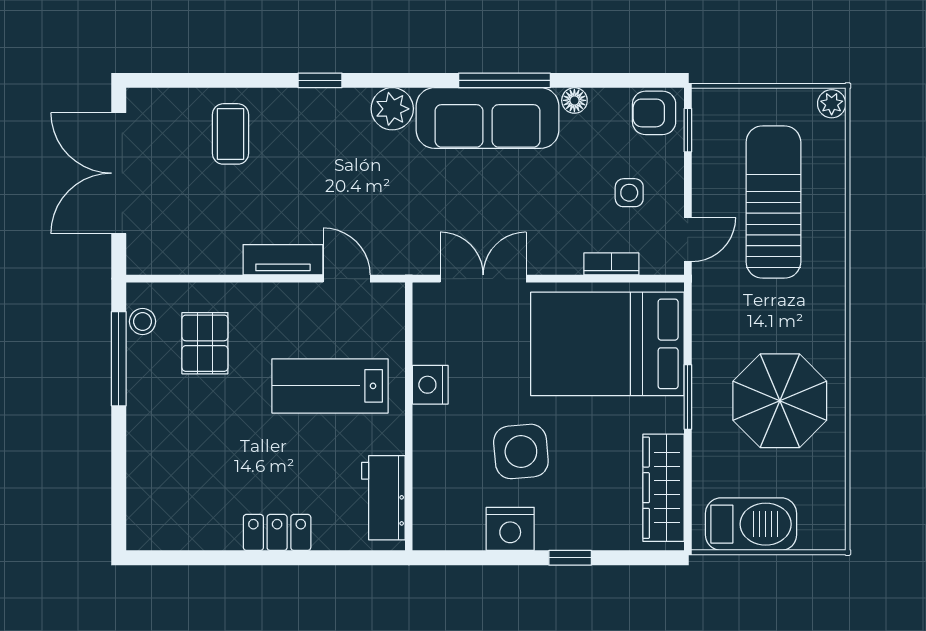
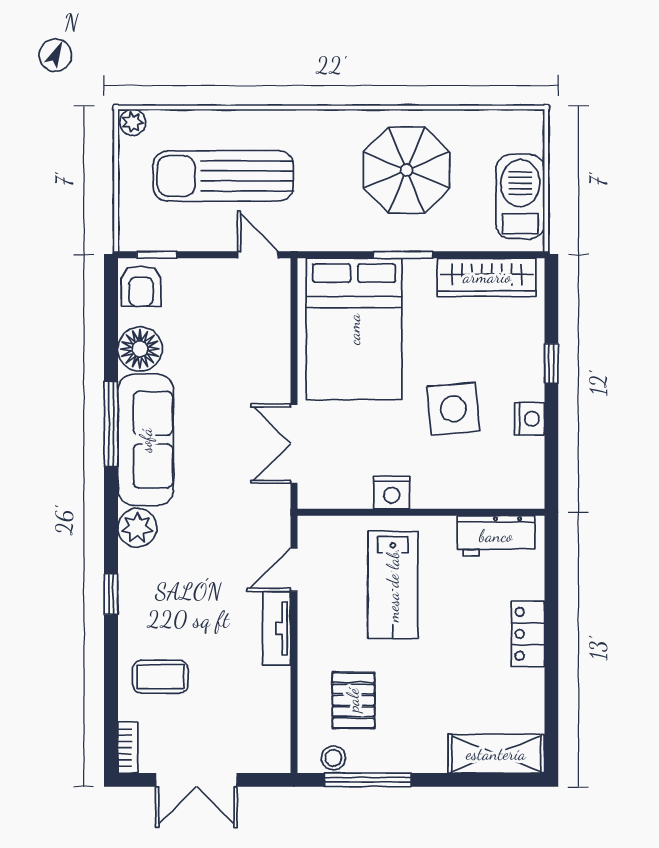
floor lamp: (574, 100) -> (140, 349), width x1.89, depth x1.89
double door: (119, 173) -> (196, 780), width x0.73
side table: (629, 193) -> (215, 309), removed
bookcase: (611, 264) -> (128, 748), moved, turned 180
pallet: (205, 343) -> (353, 700), turned 90
shelving: (147, 498) -> (496, 754), added
nightstand: (510, 529) -> (530, 419), width x0.74, depth x0.75

